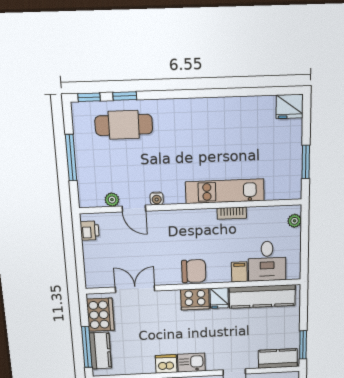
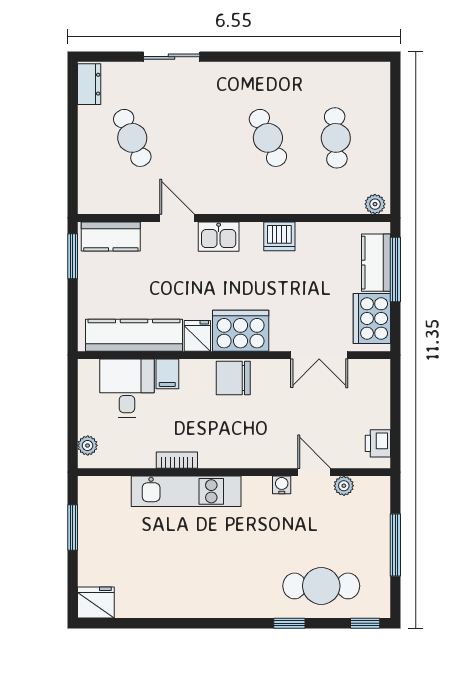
window: (125, 96) -> (289, 623), moved
cooker: (195, 299) -> (241, 331), width x1.37, depth x1.31
kitchen sink: (191, 363) -> (219, 237), moved

